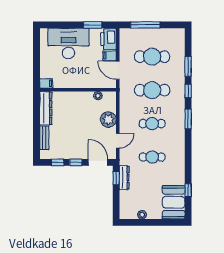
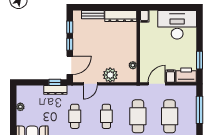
desk: (68, 43) -> (177, 25), moved, turned -90
door: (118, 141) -> (90, 84), hinge flipped

